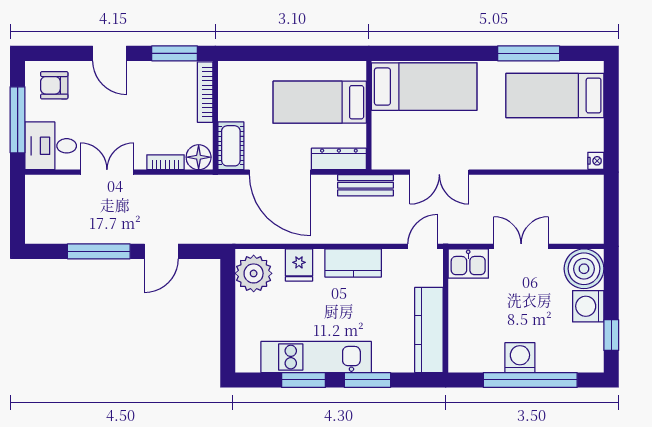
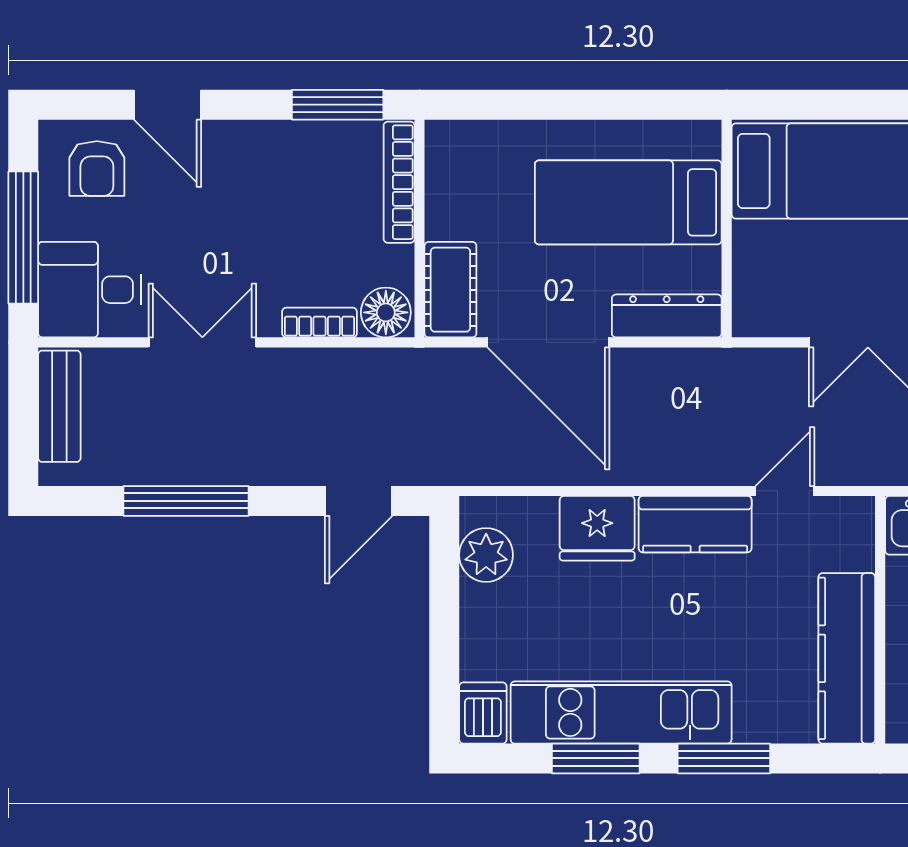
door: (110, 53) -> (167, 105), moved
armchair: (54, 85) -> (97, 169), turned -90
bench: (366, 185) -> (59, 406), moved, turned 90
door: (423, 246) -> (785, 491), moved
door: (161, 251) -> (359, 501), moved
fridge: (299, 265) -> (597, 528), width x1.38
plant: (254, 273) -> (486, 555), width x0.73, depth x0.73
dishwasher: (247, 357) -> (483, 713), added

